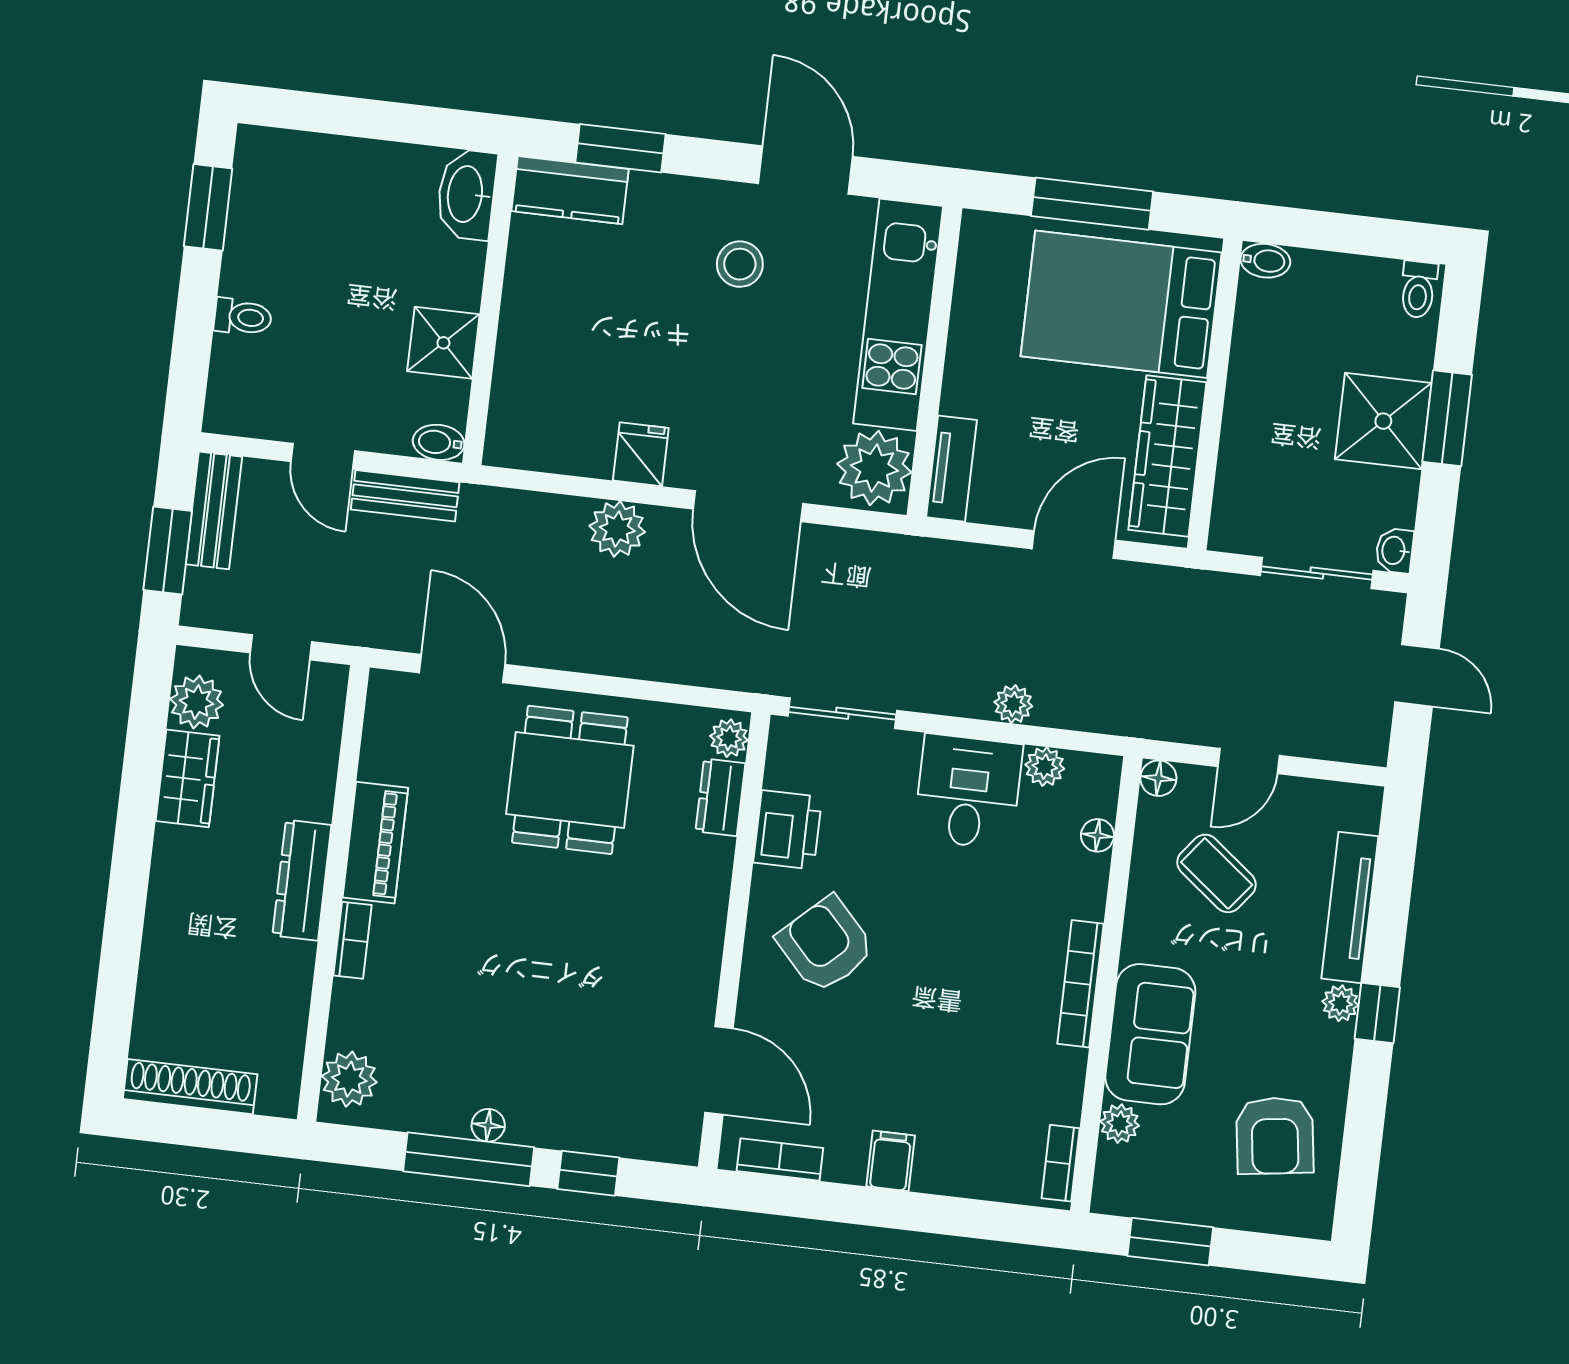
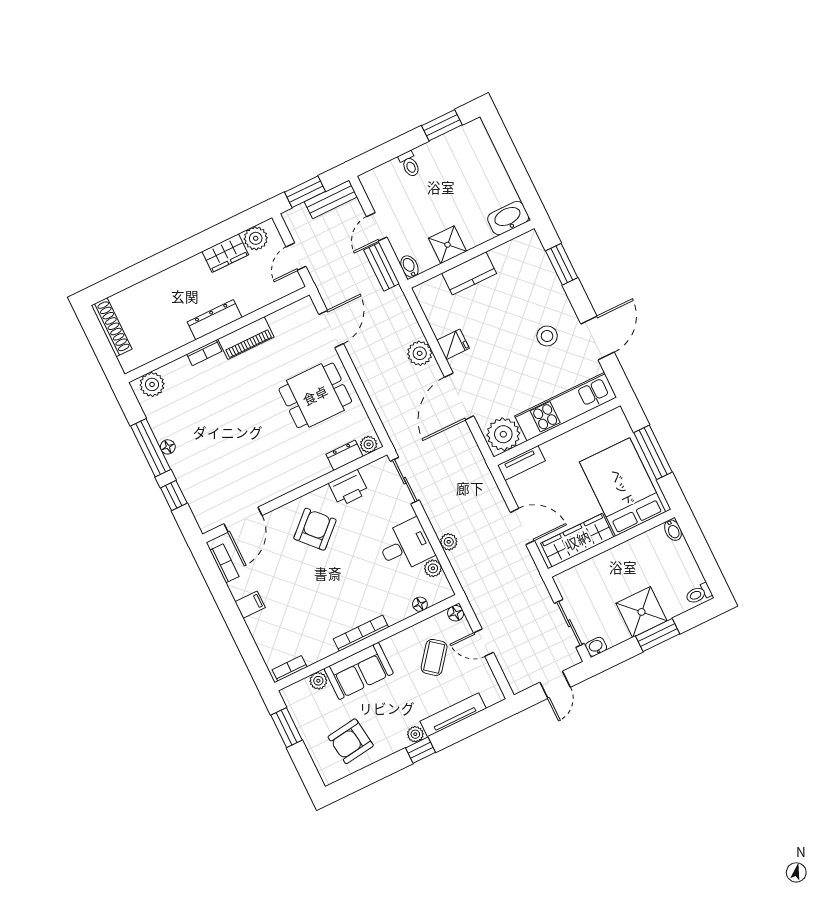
kitchen counter: (570, 190) -> (469, 273), moved, turned -90

